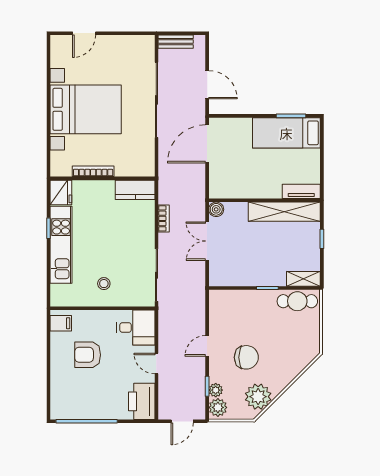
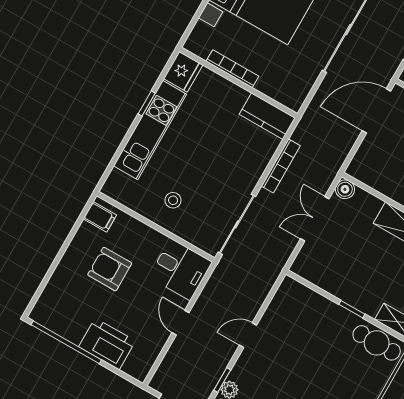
bookcase: (164, 218) -> (281, 166), width x1.56
chair: (246, 357) -> (284, 373), removed
printer: (142, 401) -> (107, 344), moved, turned 90

